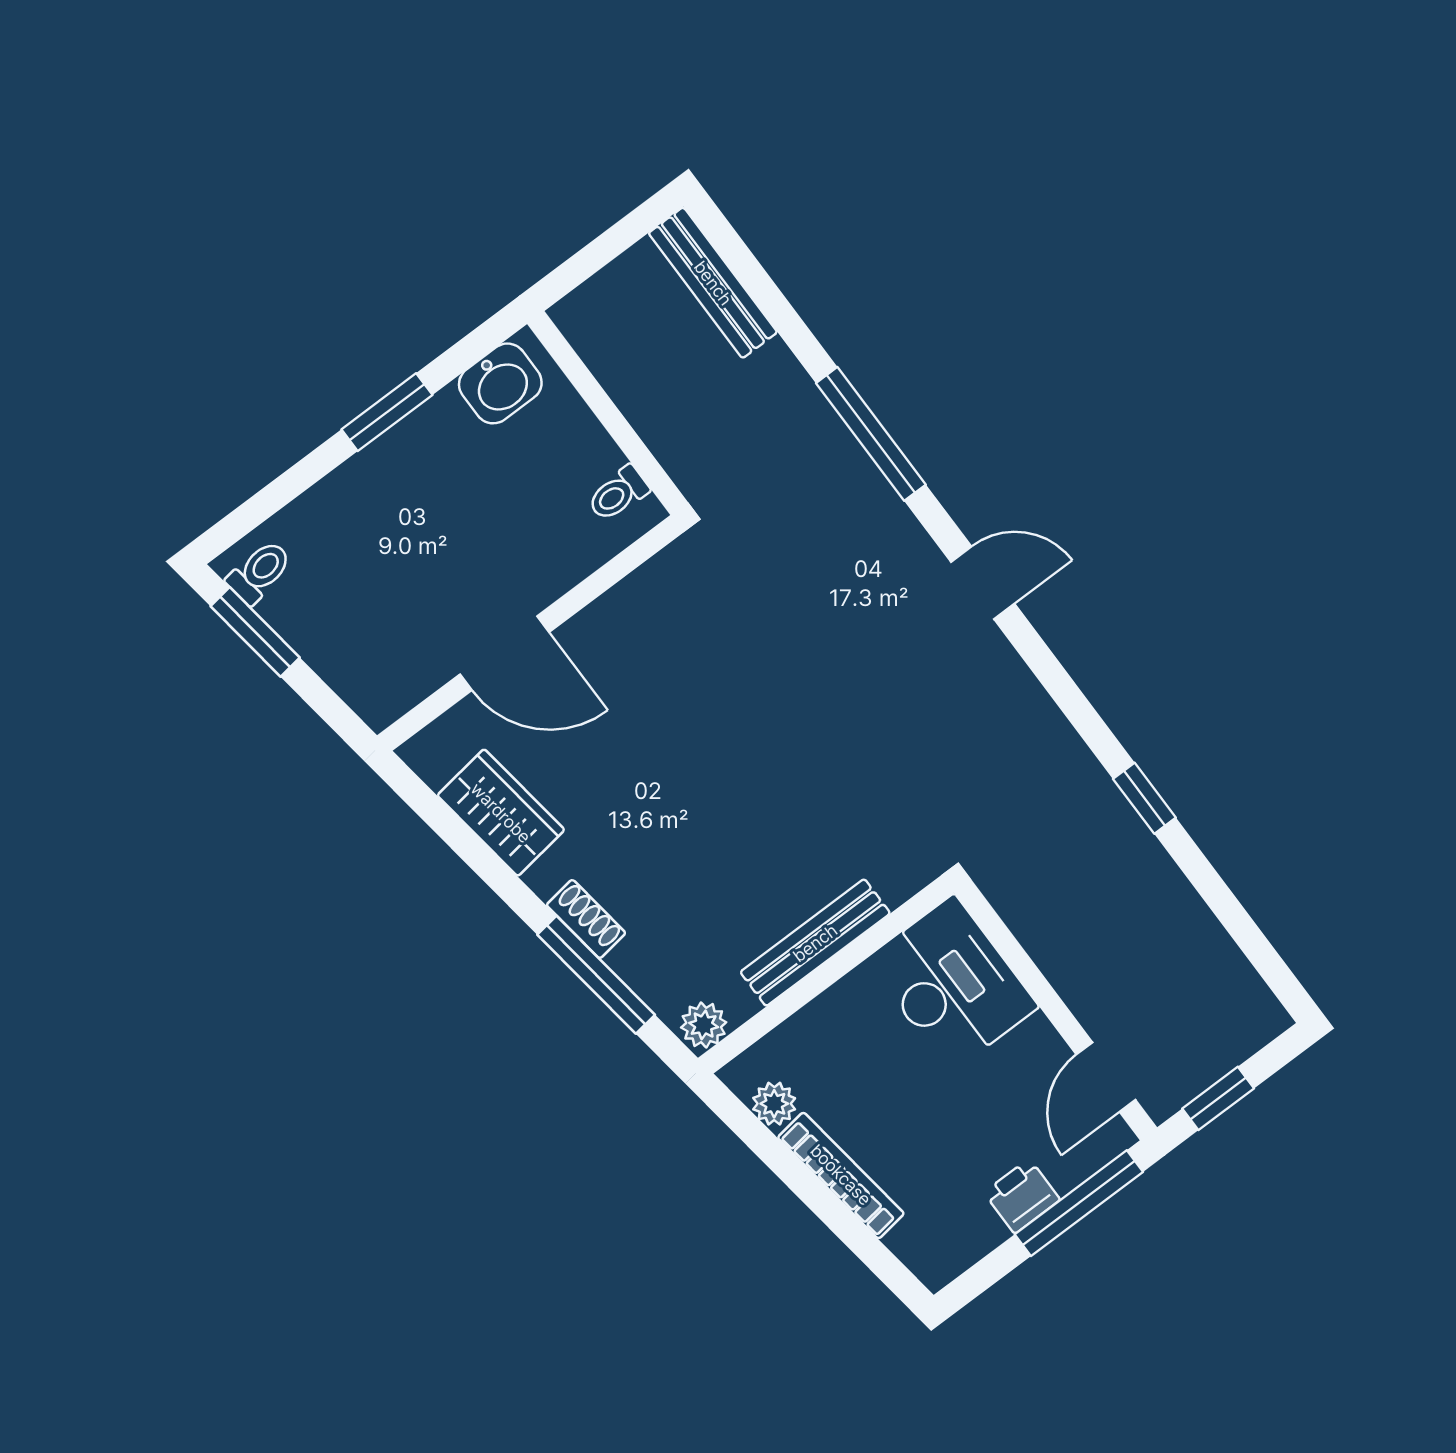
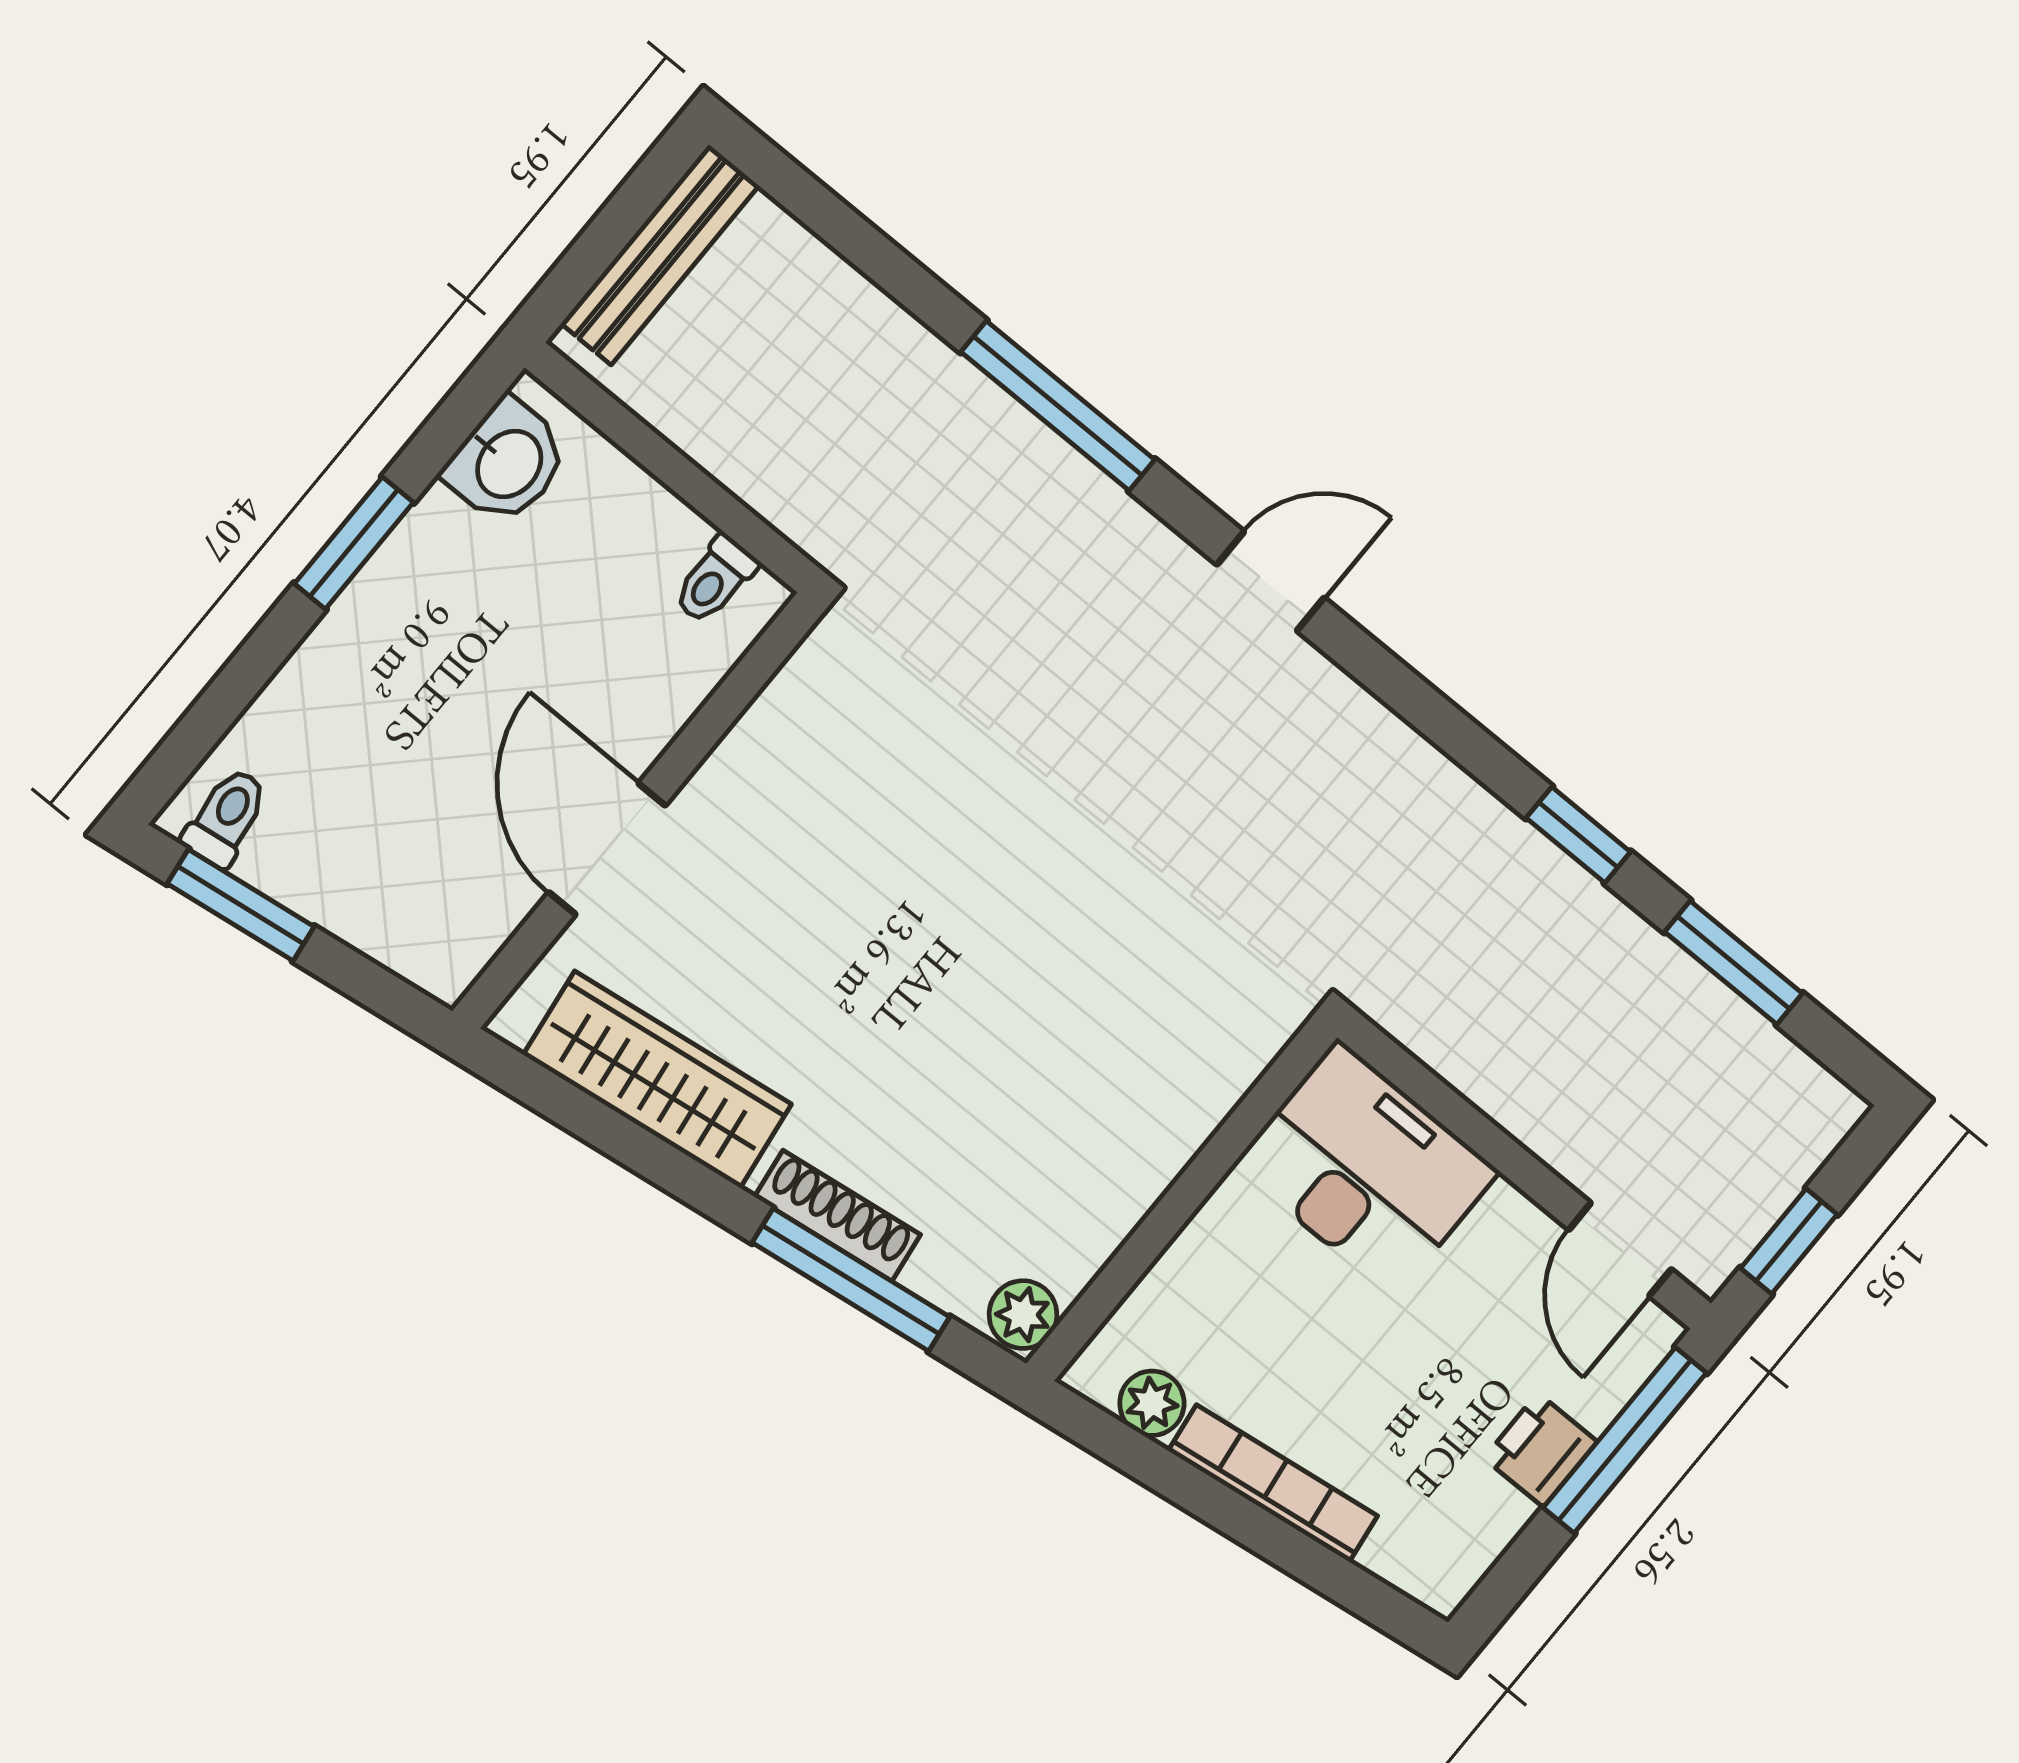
bench: (713, 283) -> (660, 255), moved, turned 90
door: (505, 653) -> (607, 849), swing flipped
wardrobe: (501, 813) -> (657, 1079), width x1.50
window: (1226, 907) -> (1733, 963), added
shoe rack: (586, 919) -> (837, 1216), width x1.43
bench: (815, 943) -> (1155, 1157), removed

